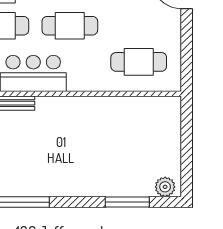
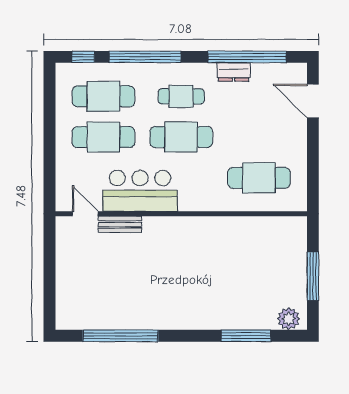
window: (187, 149) -> (313, 276), added

